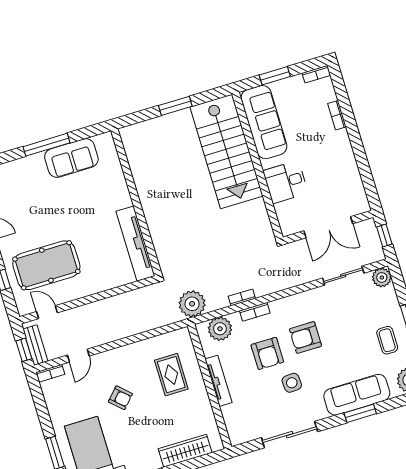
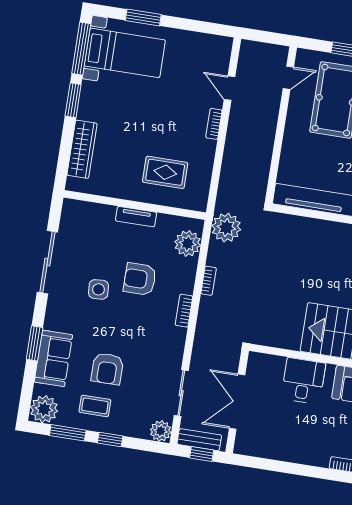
bookcase: (255, 312) -> (184, 311), moved
armchair: (305, 337) -> (107, 369), moved, turned 180
bench: (35, 345) -> (199, 440), moved
window: (24, 350) -> (262, 36), removed
bookcase: (50, 373) -> (214, 124), moved
tv unit: (218, 381) -> (136, 217), width x0.71
sofa: (357, 395) -> (53, 358), width x0.73
armchair: (120, 398) -> (167, 110), removed

